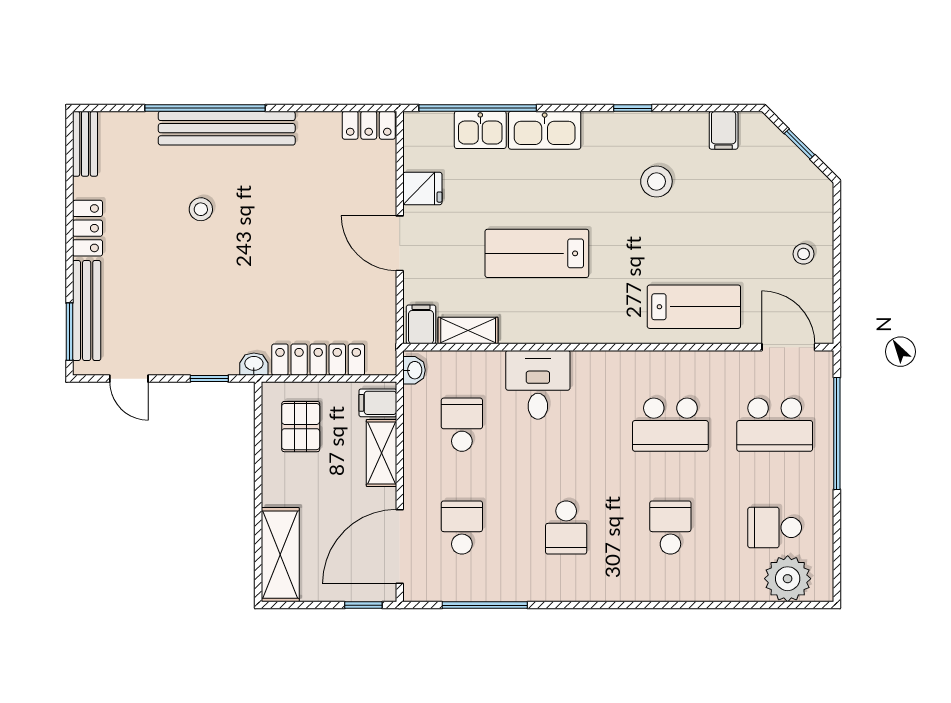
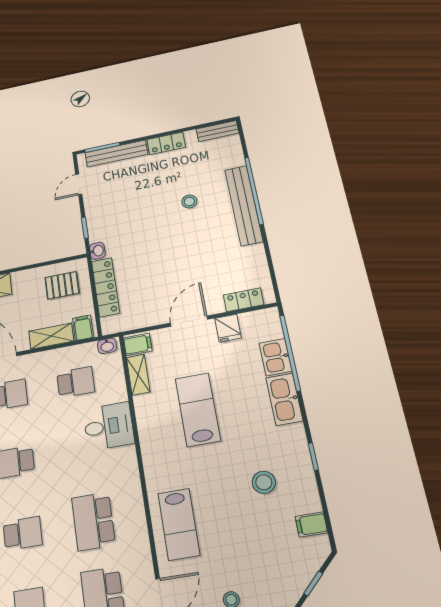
locker: (369, 125) -> (244, 300), moved, turned 90

